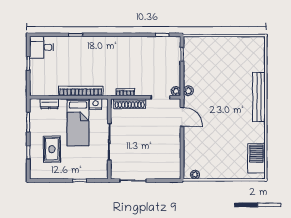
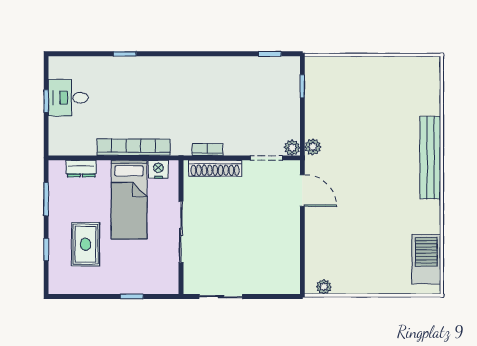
desk: (42, 47) -> (68, 98), moved

